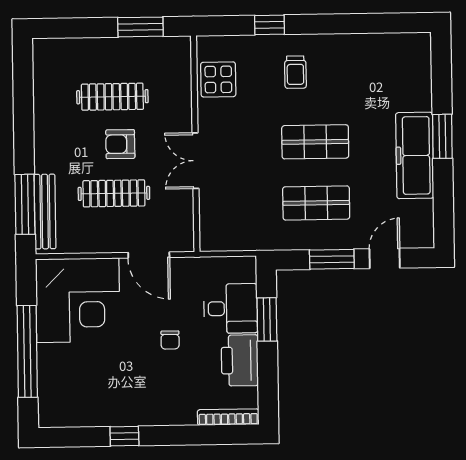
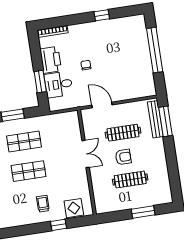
window: (140, 27) -> (143, 212), moved
display table: (218, 79) -> (74, 208), moved
corner desk: (78, 300) -> (133, 78), removed

